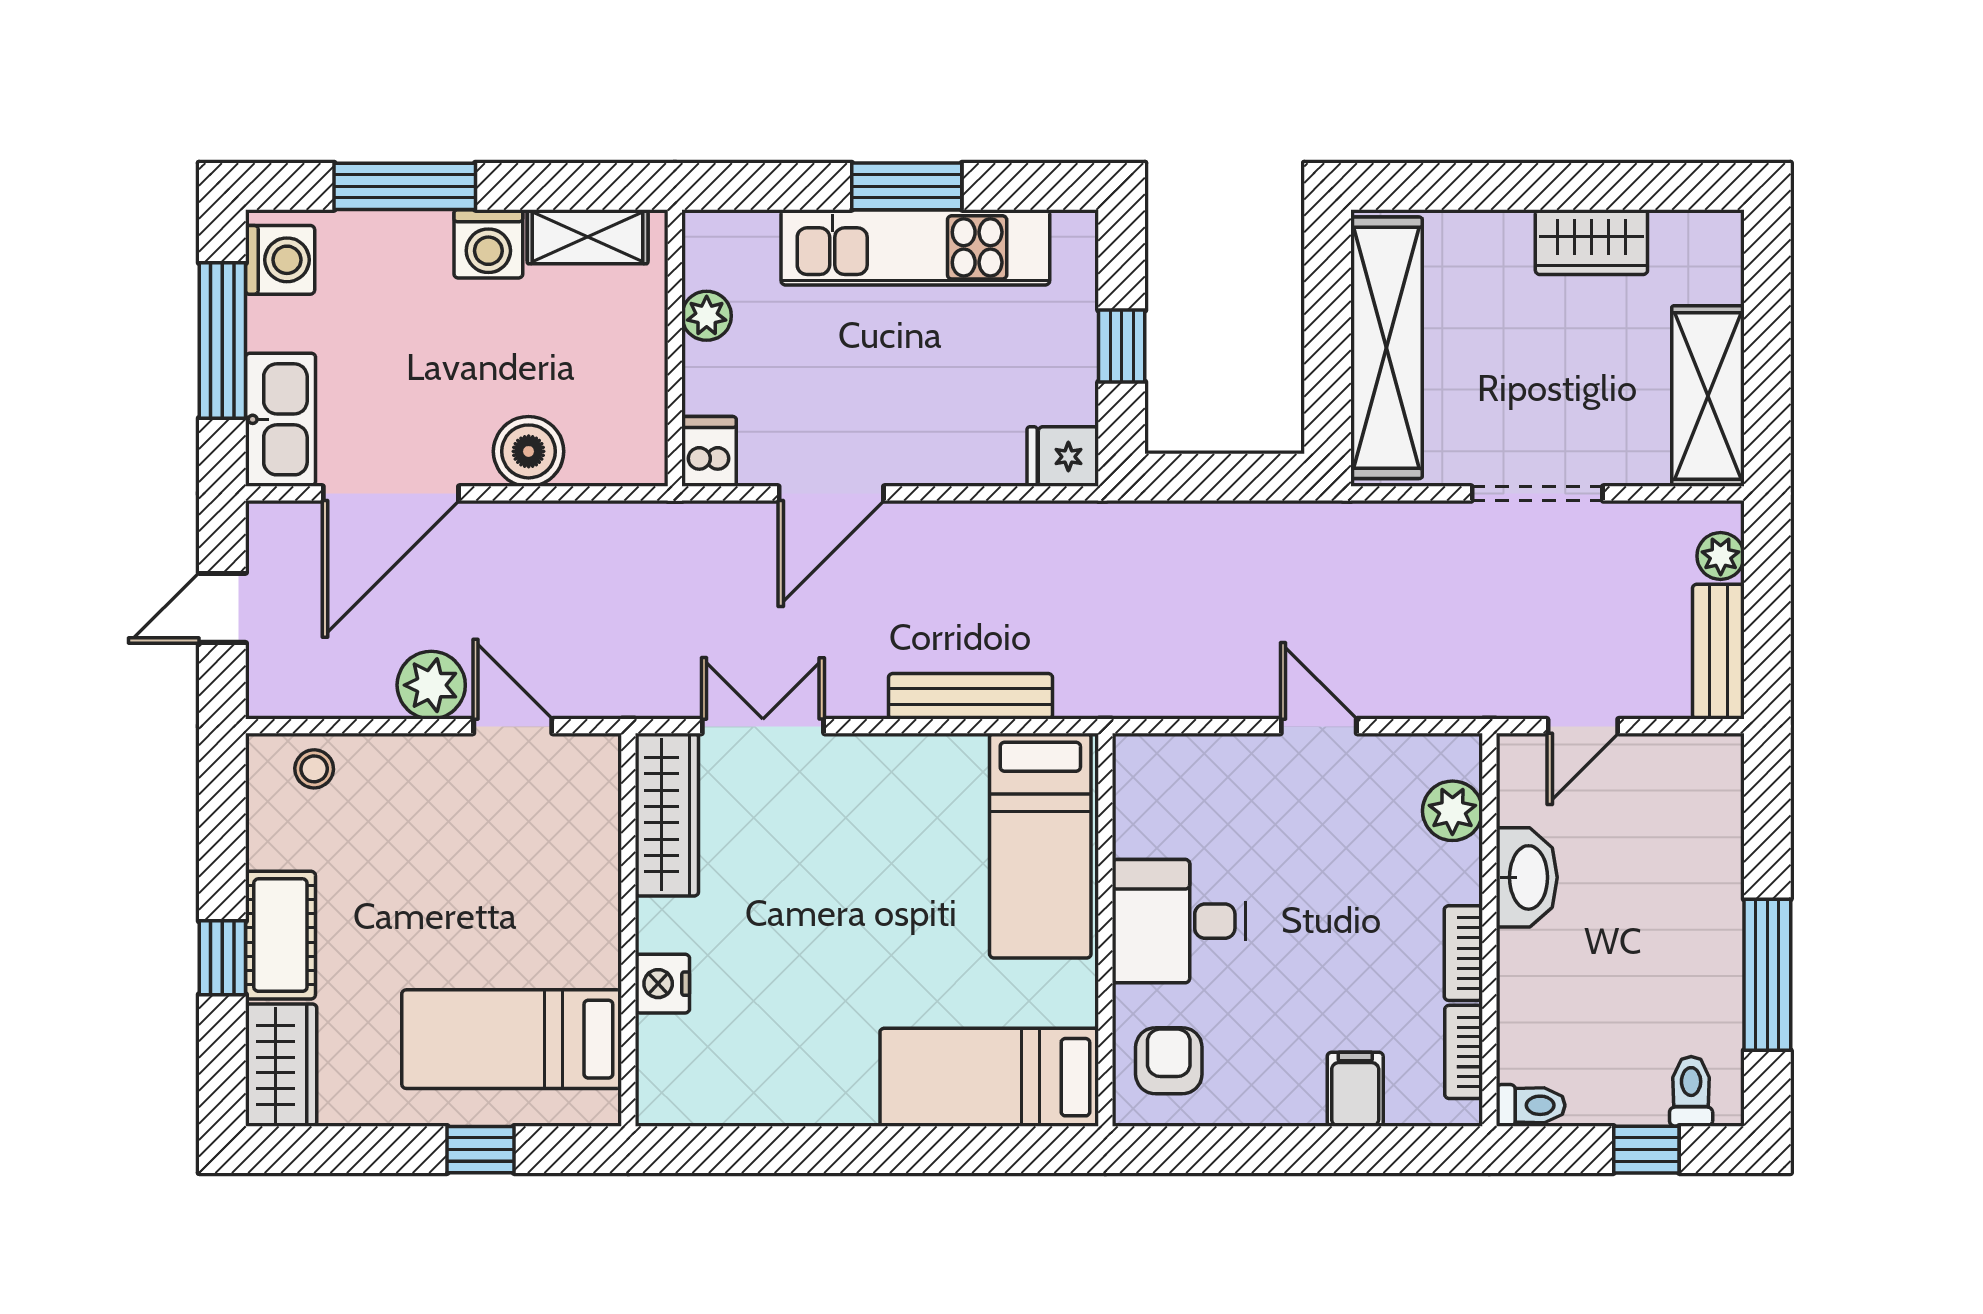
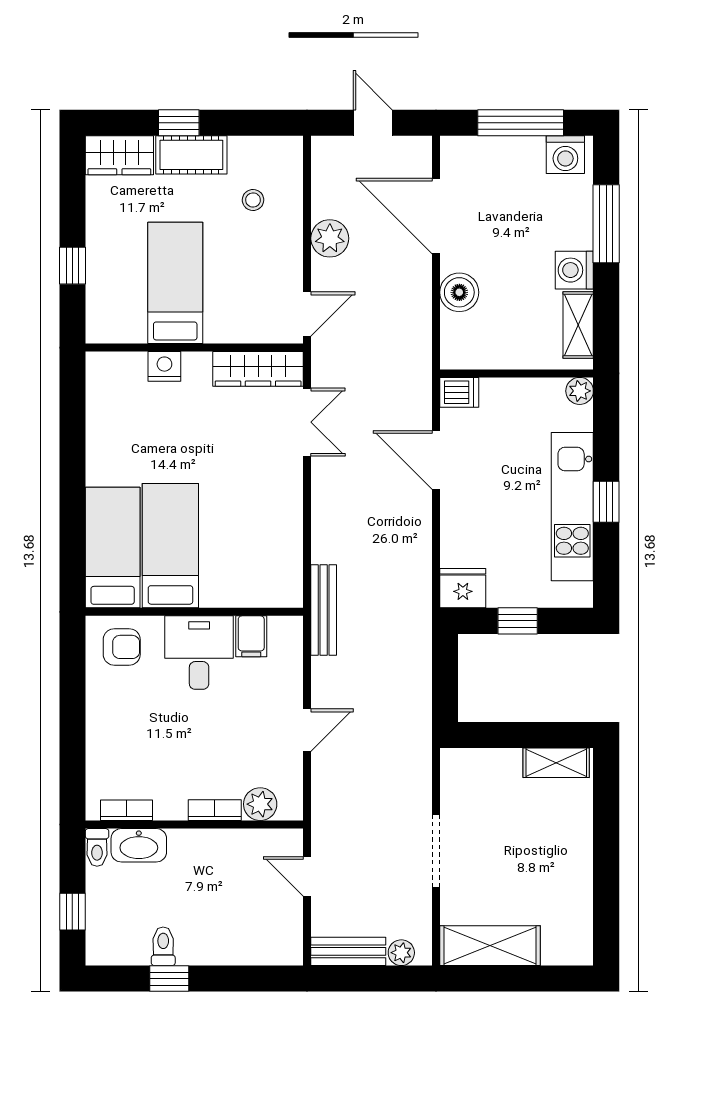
window: (907, 186) -> (606, 502), width x0.67
wardrobe: (1591, 242) -> (575, 881), removed
plant: (707, 316) -> (580, 391), moved
shelving: (1387, 348) -> (556, 763), width x0.45, depth x0.75
kitchen sink: (281, 419) -> (477, 155), removed
fridge: (1063, 457) -> (463, 588), width x1.38
bench: (970, 696) -> (324, 610), moved
door: (513, 726) -> (307, 314), moved
stool: (314, 769) -> (253, 200), moved
bed: (1040, 846) -> (170, 546), moved, turned 90
washbasin: (1527, 877) -> (139, 845), moved
bookcase: (1463, 953) -> (215, 810), moved
window: (1767, 975) -> (169, 979), width x0.46
bed: (512, 1039) -> (175, 283), moved
filing cabinet: (1355, 1089) -> (251, 636), moved, turned 90
toilet: (1691, 1091) -> (163, 946), moved, turned -90

